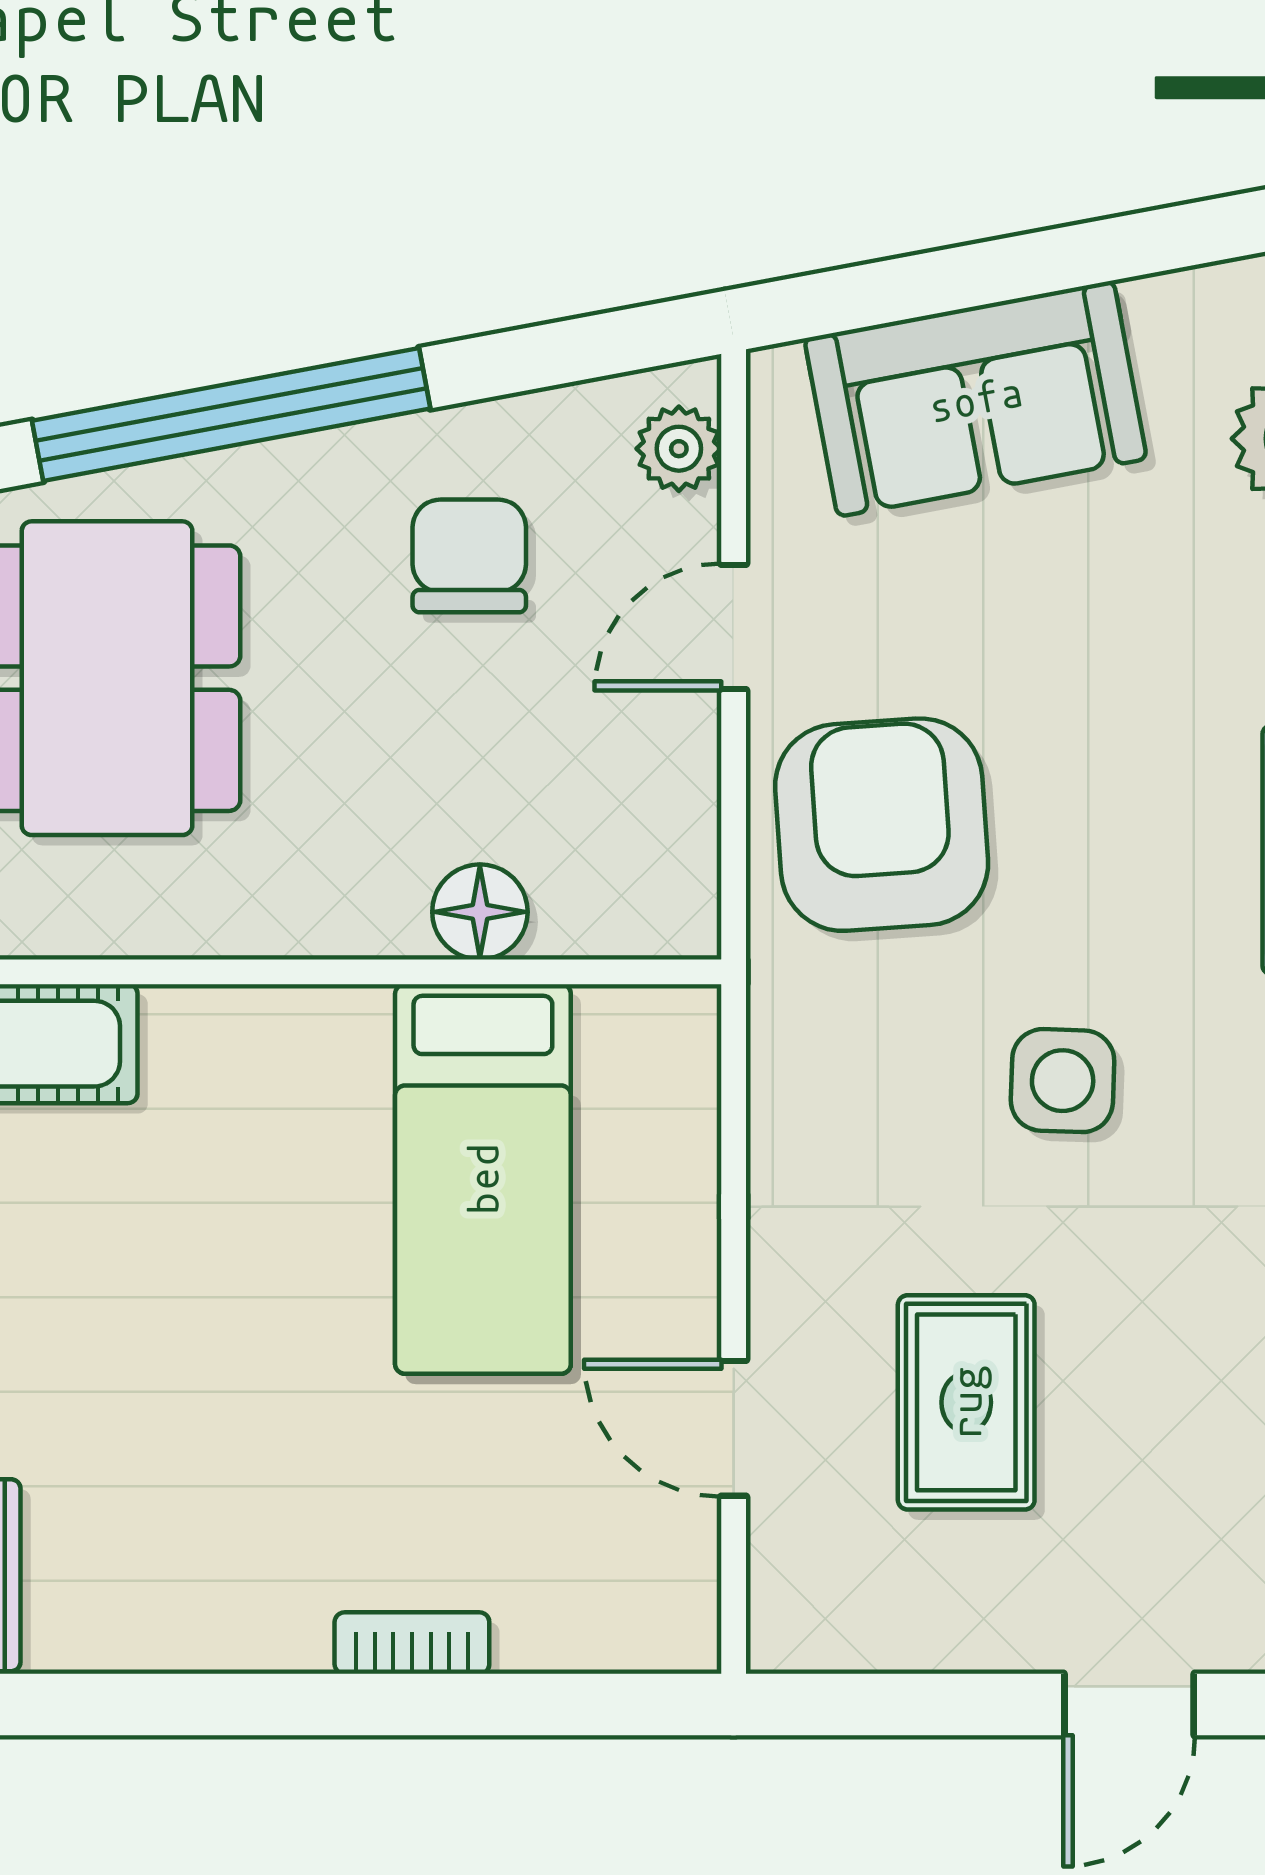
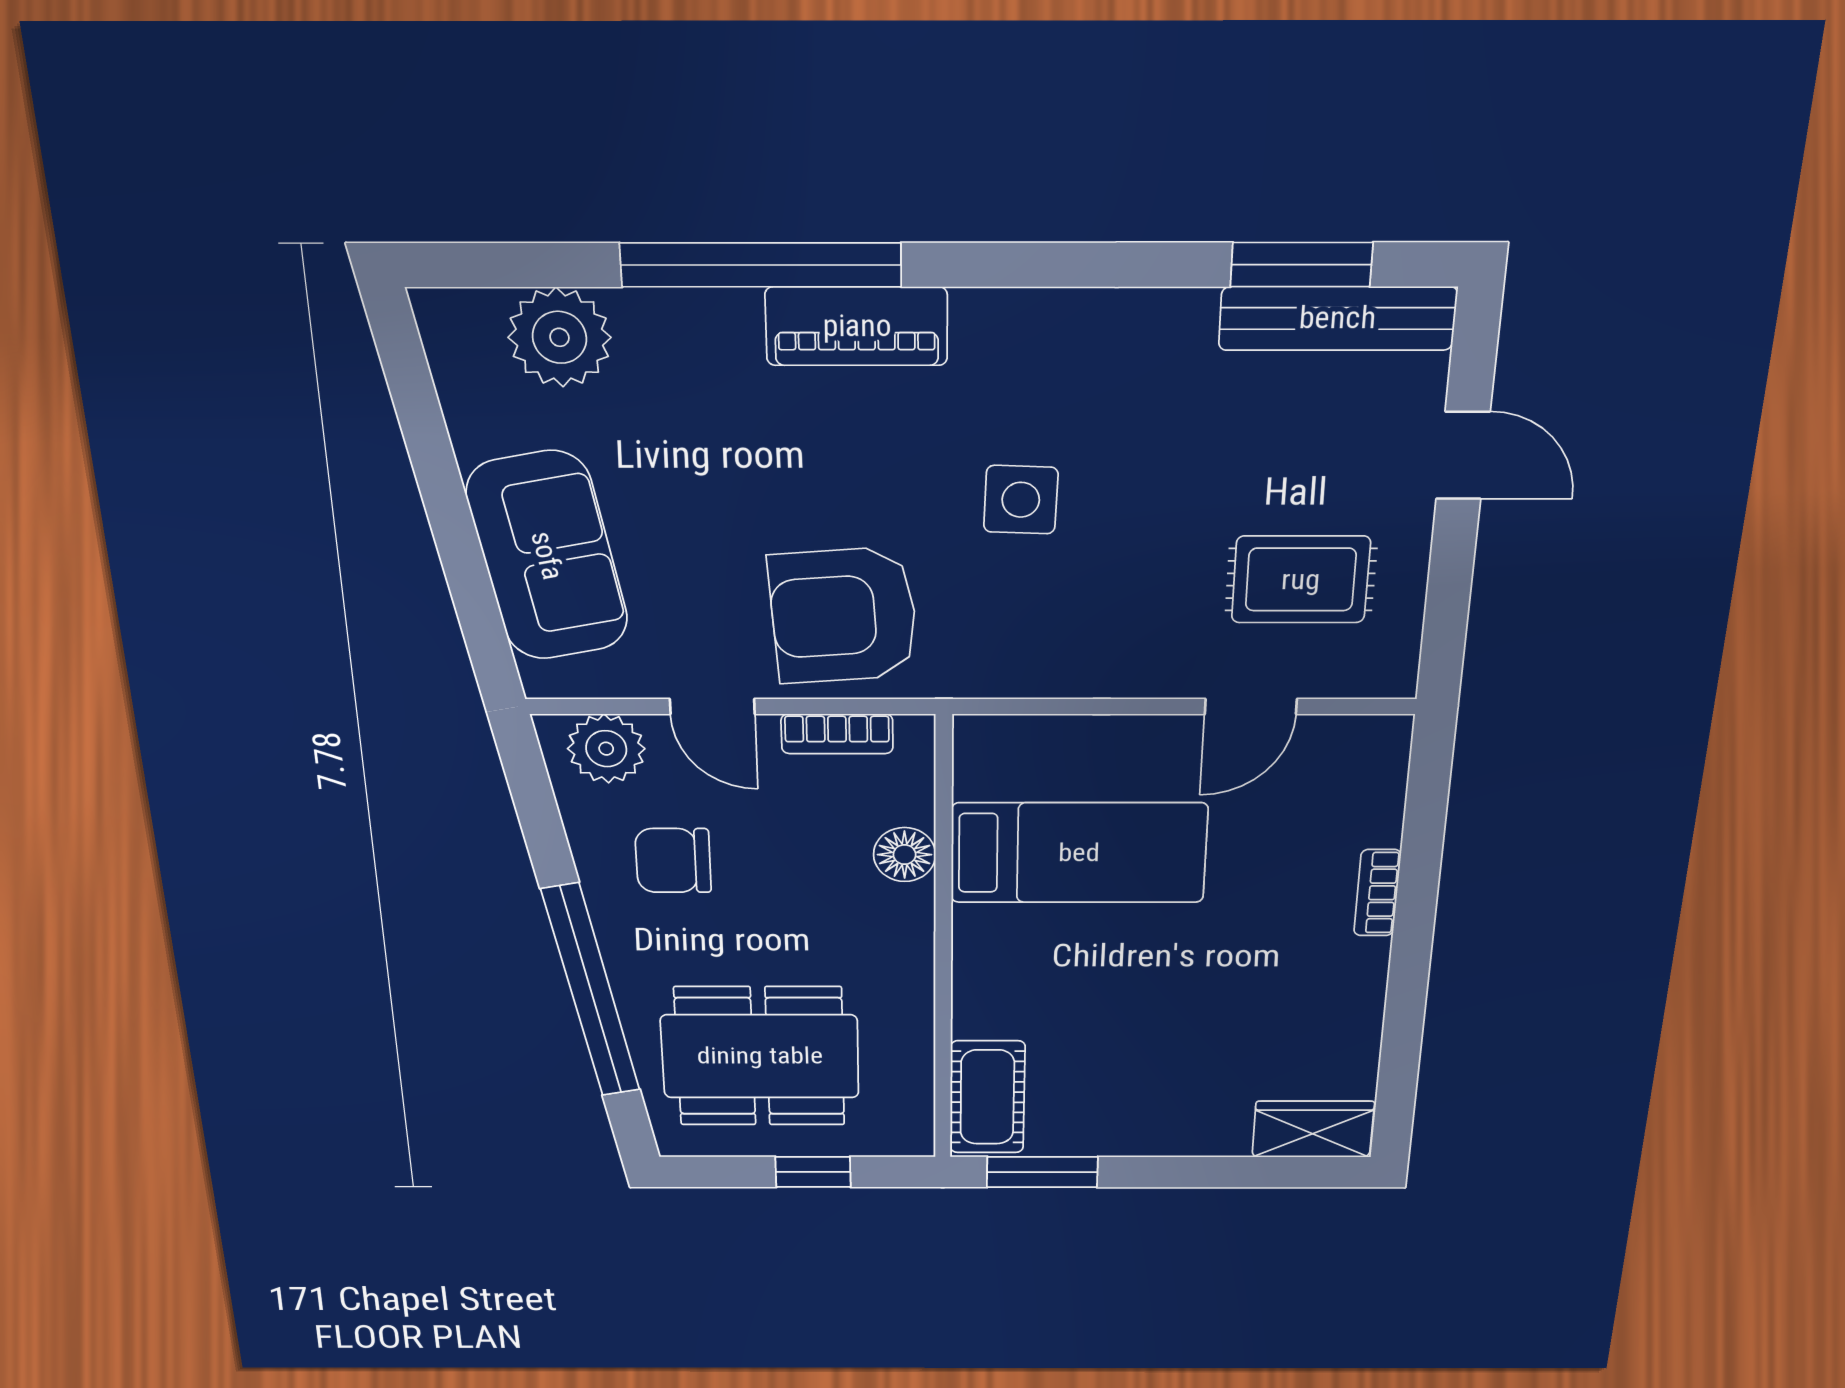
plant: (679, 449) -> (606, 749), width x1.38, depth x1.38
bookcase: (688, 812) -> (837, 734), added
rug: (966, 1402) -> (1301, 580), moved

